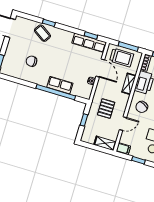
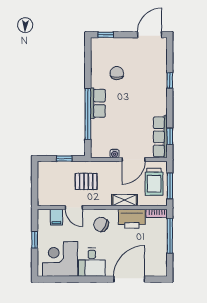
coffee table: (42, 33) -> (155, 76), removed
row of seats: (60, 85) -> (98, 103), moved
shelving: (105, 143) -> (43, 193), removed
filing cabinet: (123, 149) -> (56, 217), moved

